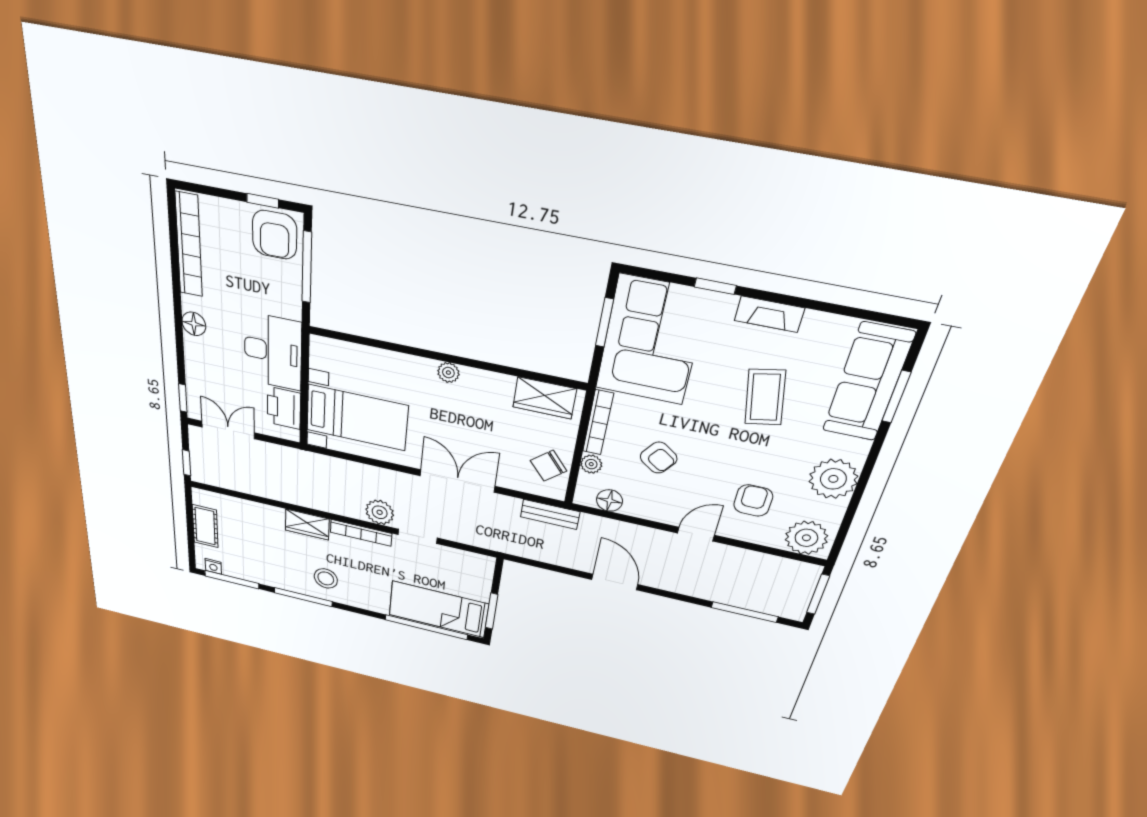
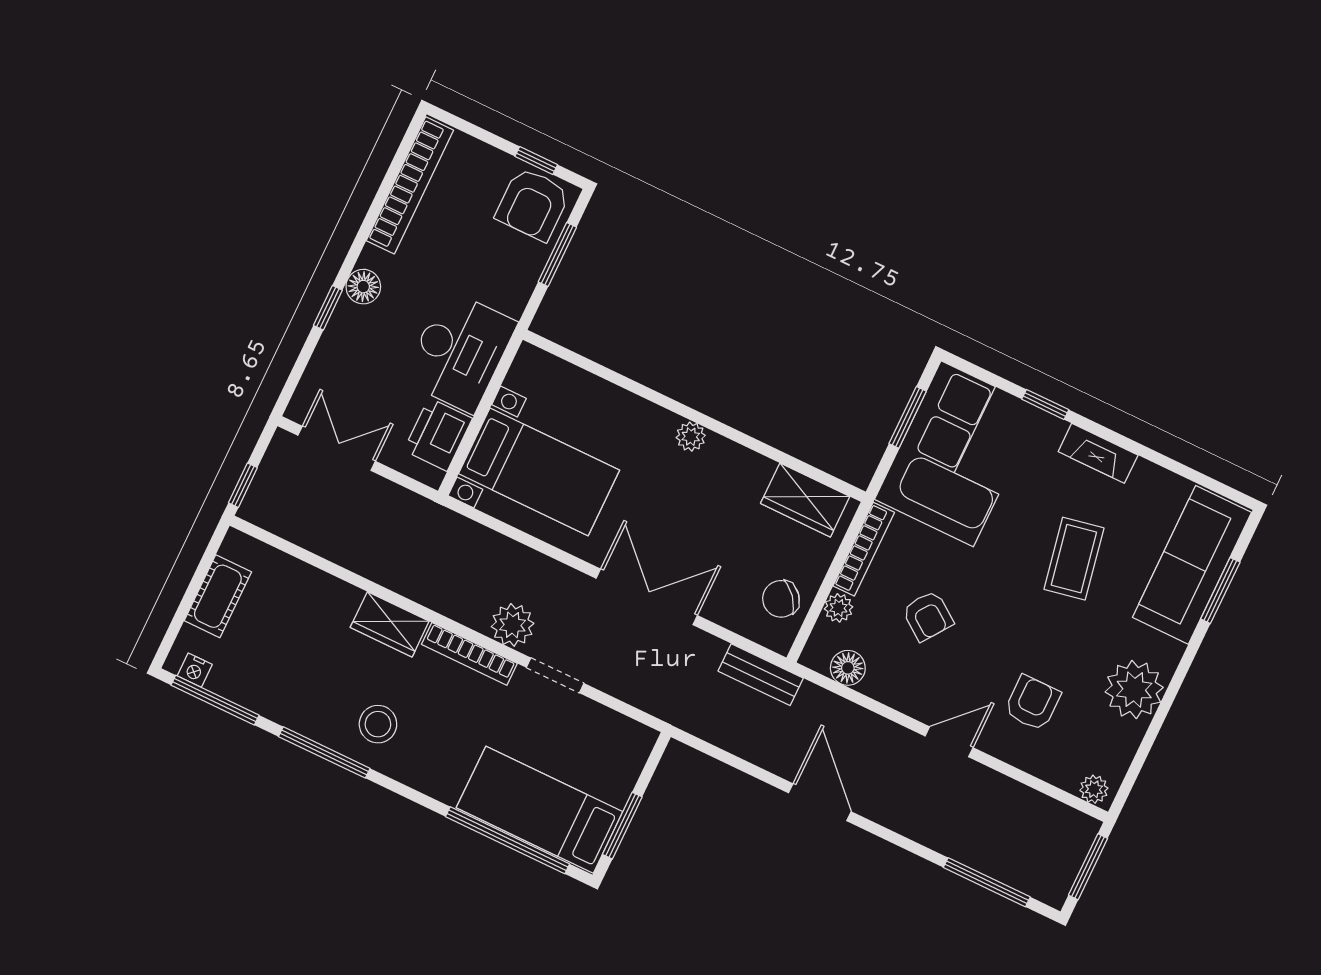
window: (307, 267) -> (557, 254), width x0.69
window: (183, 398) -> (328, 308), moved
plant: (806, 538) -> (1094, 789), width x0.53, depth x0.53

